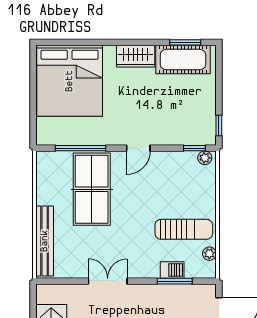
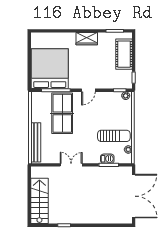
cot: (183, 60) -> (124, 54), moved, turned 90
bed: (70, 81) -> (50, 69), moved, turned 180

